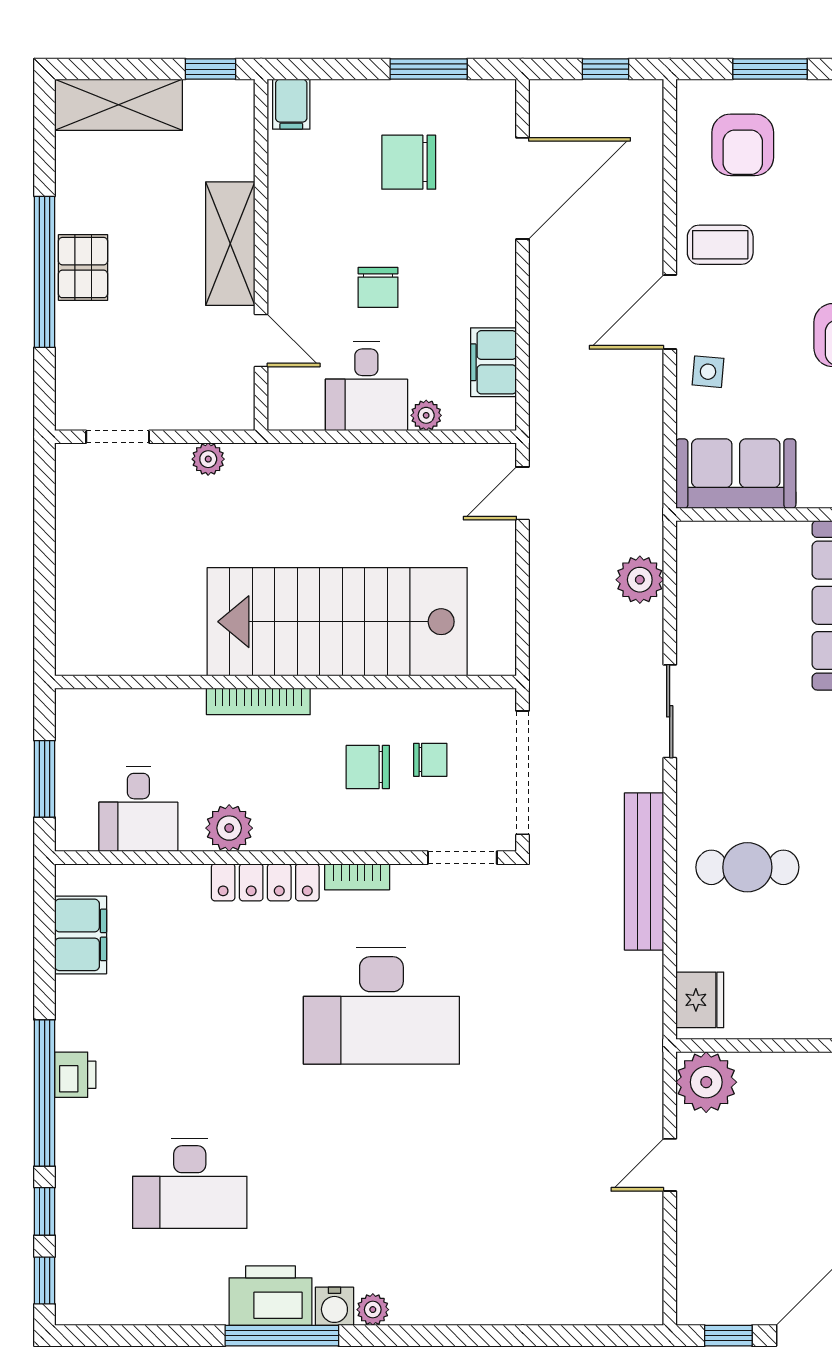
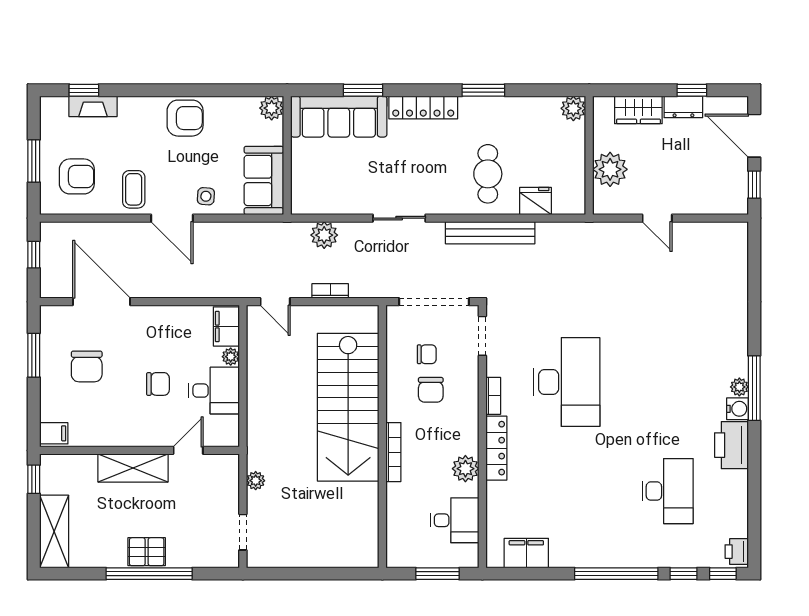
filing cabinet: (494, 362) -> (226, 326), moved, turned 90
bookcase: (542, 590) -> (330, 291), added
chair: (430, 760) -> (427, 354), turned 90
fridge: (700, 1000) -> (536, 201), moved
printer: (75, 1075) -> (737, 552), moved, turned -90
plant: (706, 1082) -> (610, 169), moved
window: (282, 1336) -> (754, 388), moved

